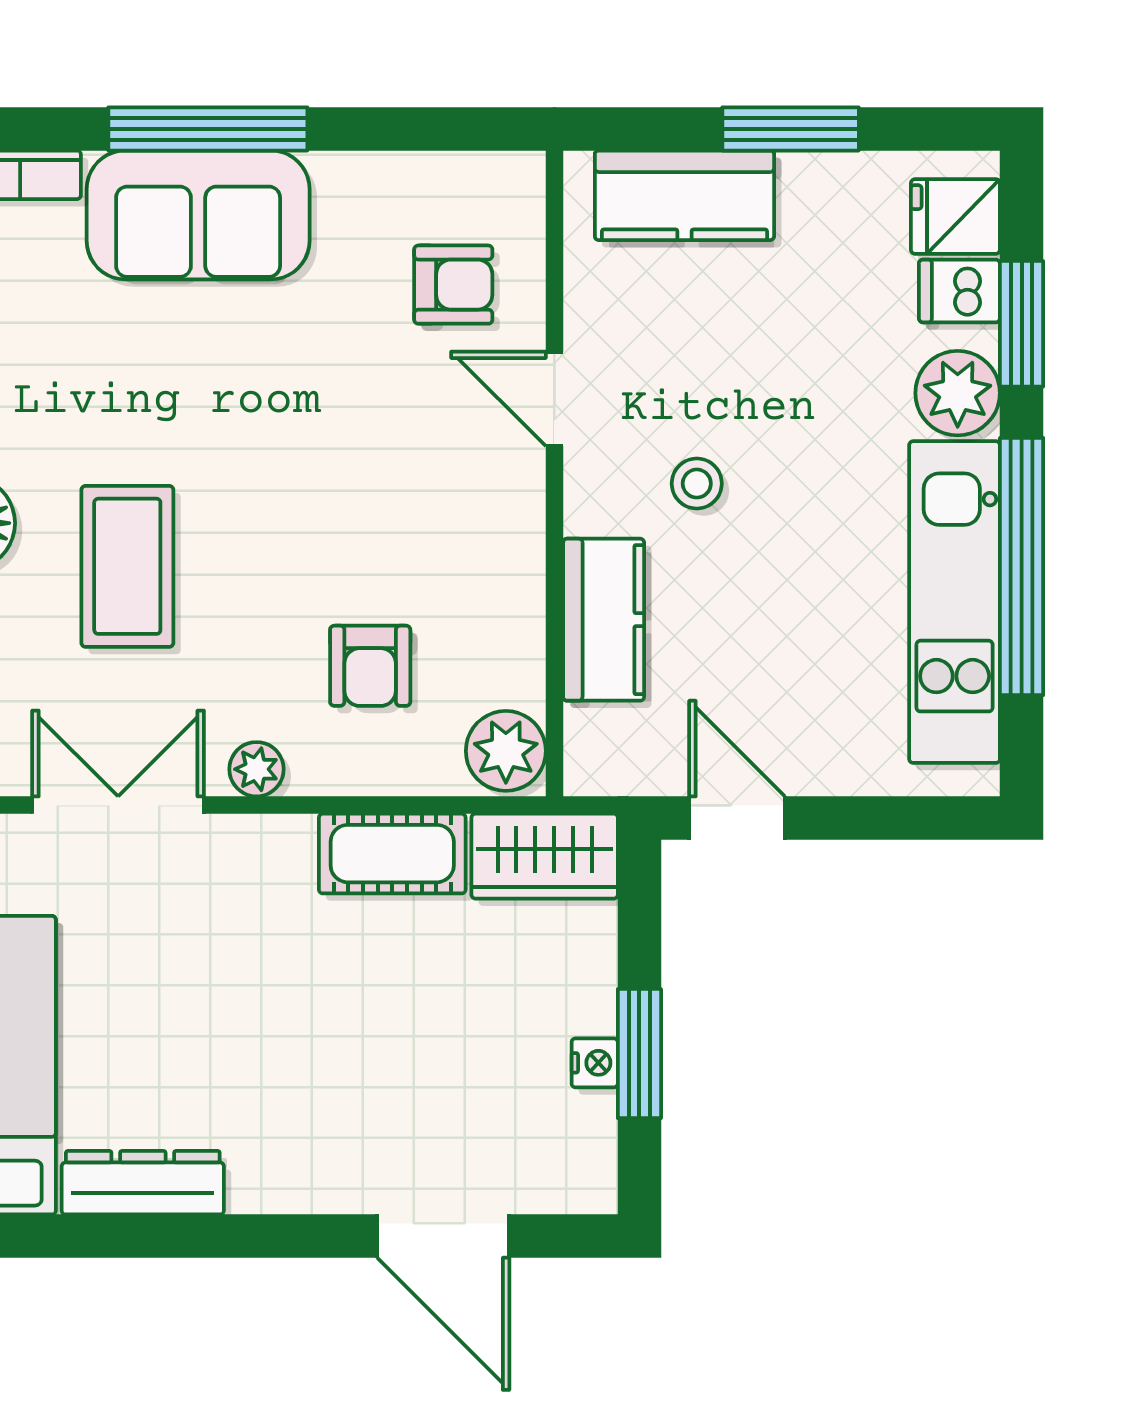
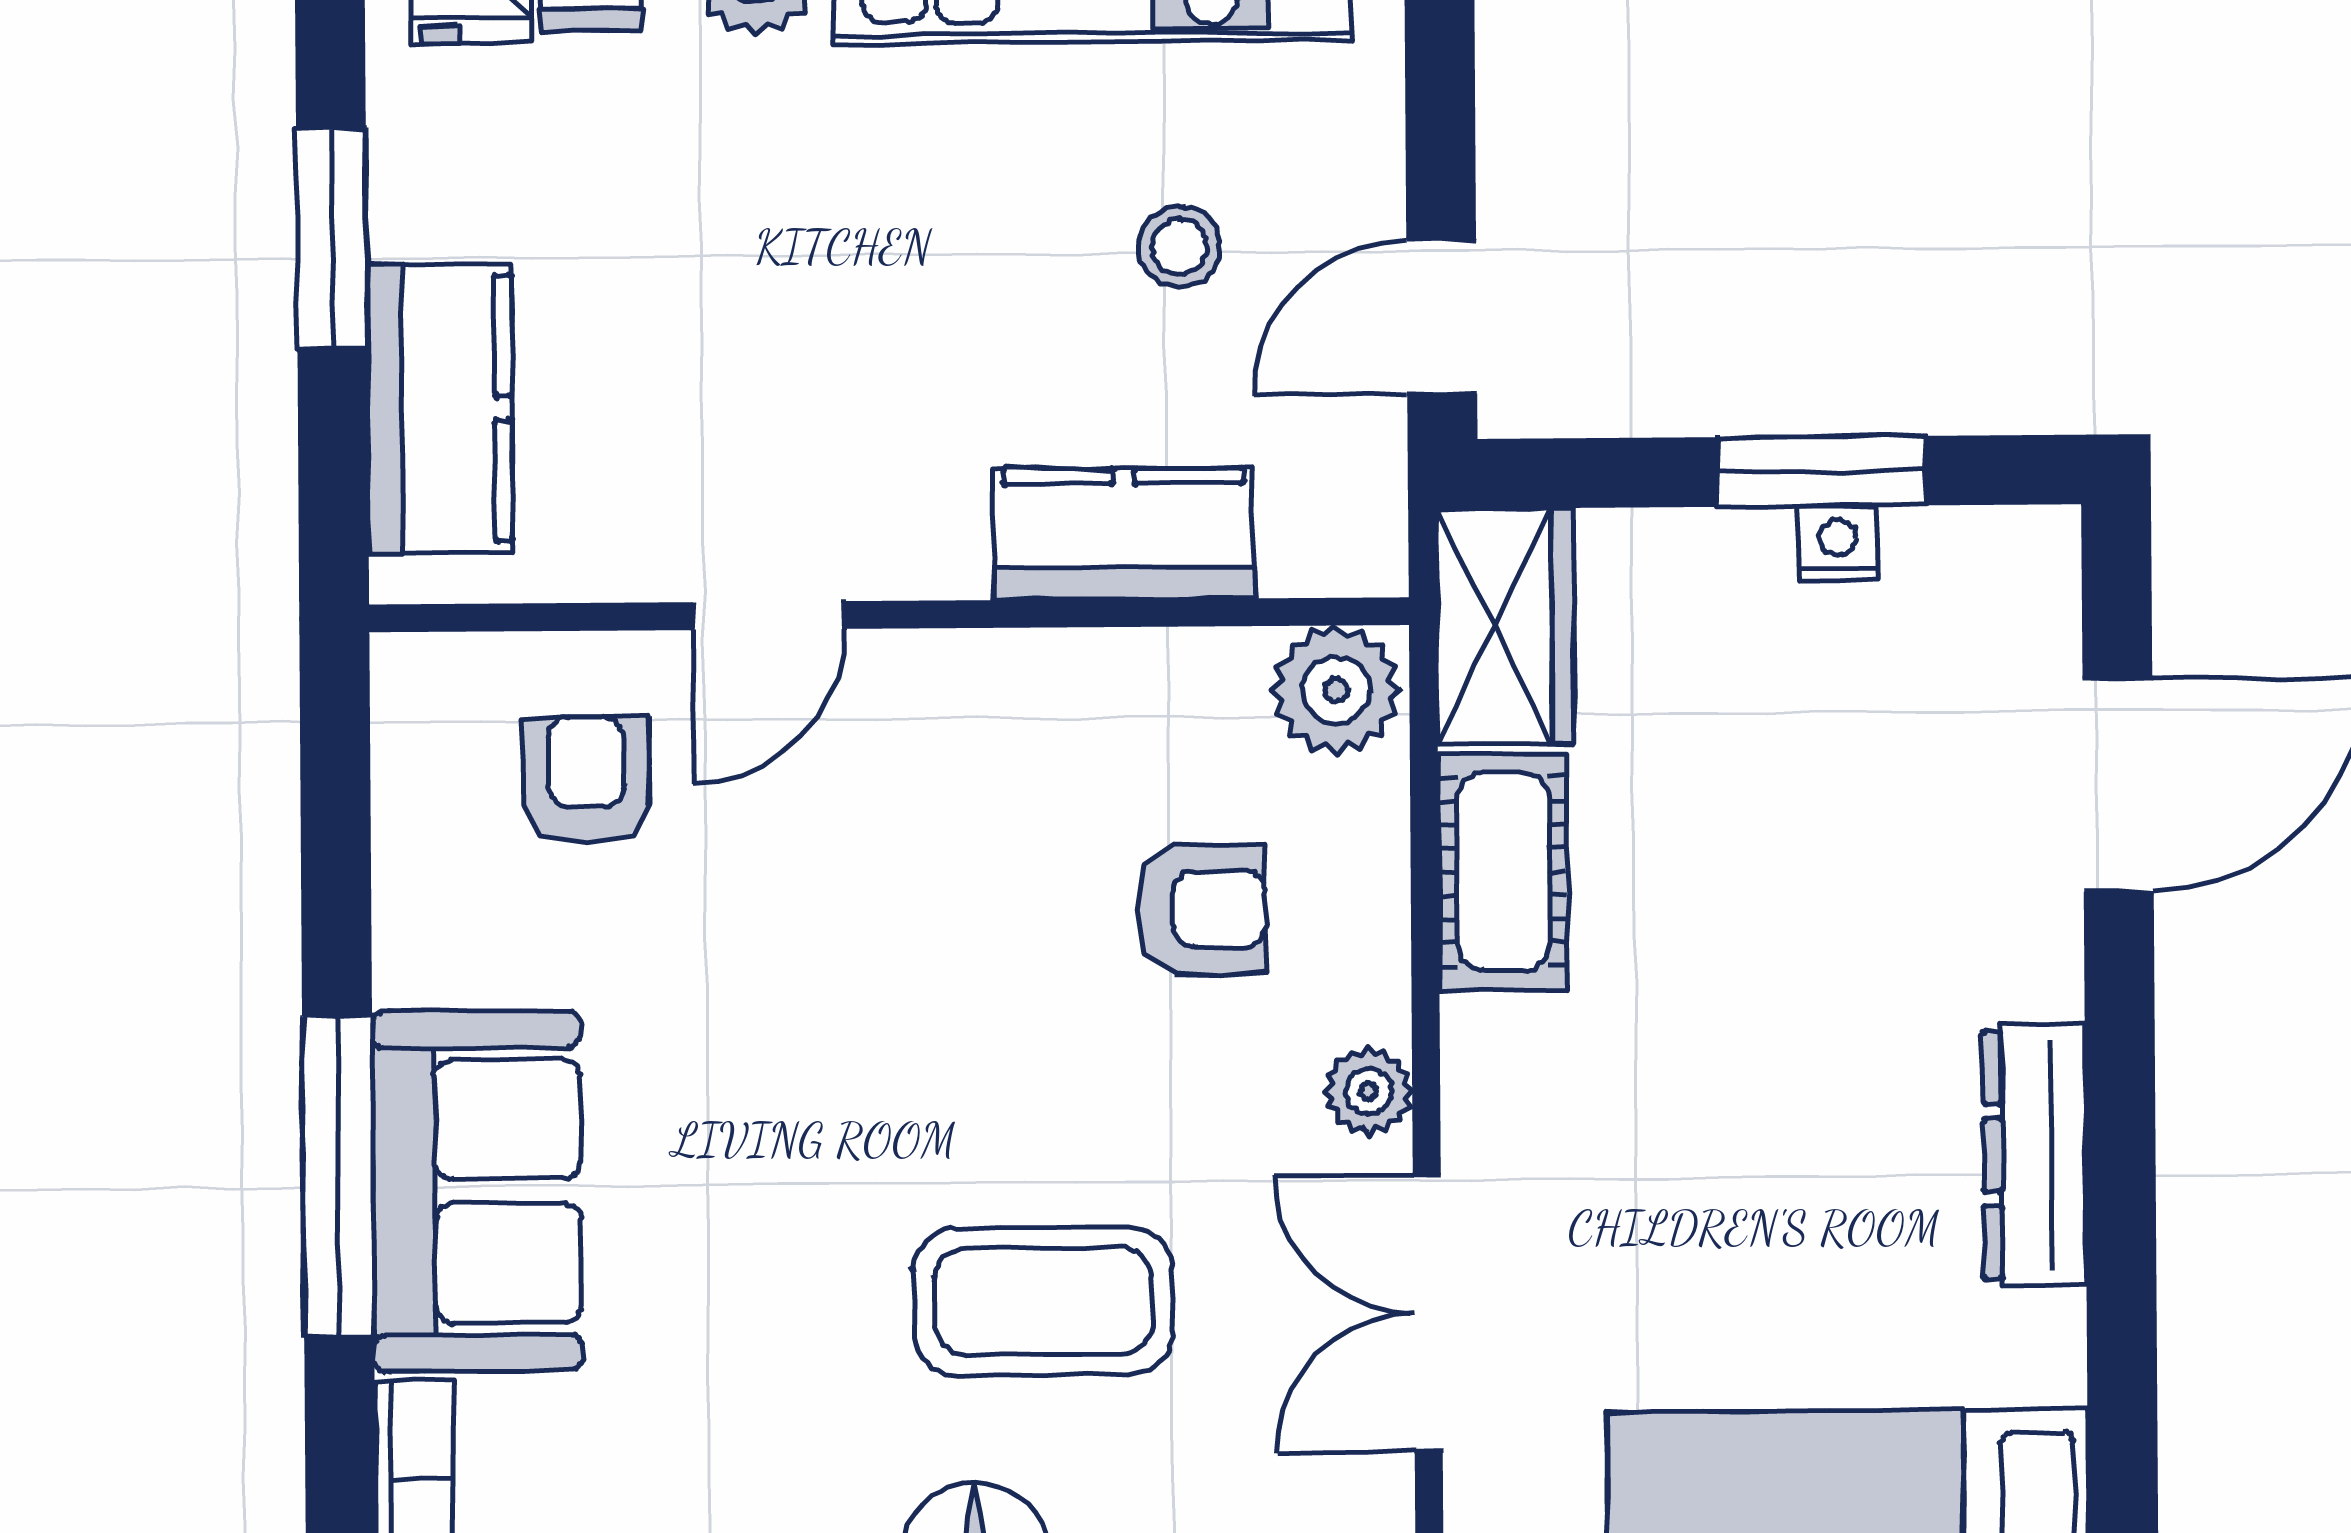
stool: (697, 484) -> (1180, 247), moved
dresser: (143, 1183) -> (2035, 1155), moved

